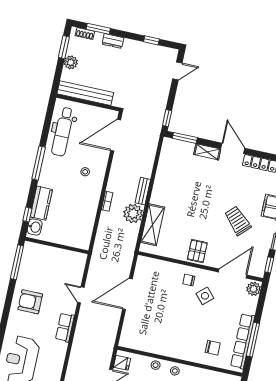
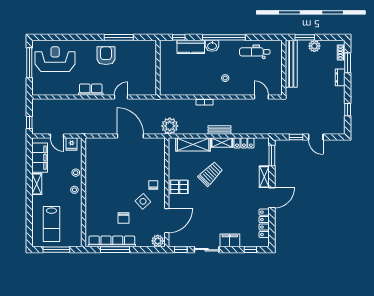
window: (64, 47) -> (305, 37), moved
door: (177, 71) -> (316, 137), moved
window: (167, 118) -> (296, 137), moved
dental chair: (63, 132) -> (255, 52), width x0.73, depth x0.72
door: (116, 135) -> (261, 97), width x0.53
window: (39, 163) -> (224, 37), width x1.46
locker: (163, 166) -> (244, 143), added
shelving: (157, 192) -> (222, 142), added
plant: (133, 213) -> (170, 126), moved
trolley: (238, 221) -> (210, 174), moved
washbasin: (35, 227) -> (212, 46), moved
window: (17, 262) -> (119, 37), moved
door: (233, 274) -> (167, 221), hinge flipped
chair: (213, 348) -> (124, 218), moved

